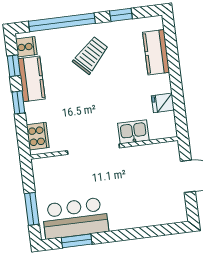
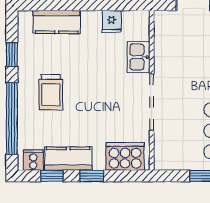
trolley: (91, 55) -> (51, 92), turned -135
cooker: (38, 136) -> (125, 156), width x1.37, depth x1.31

